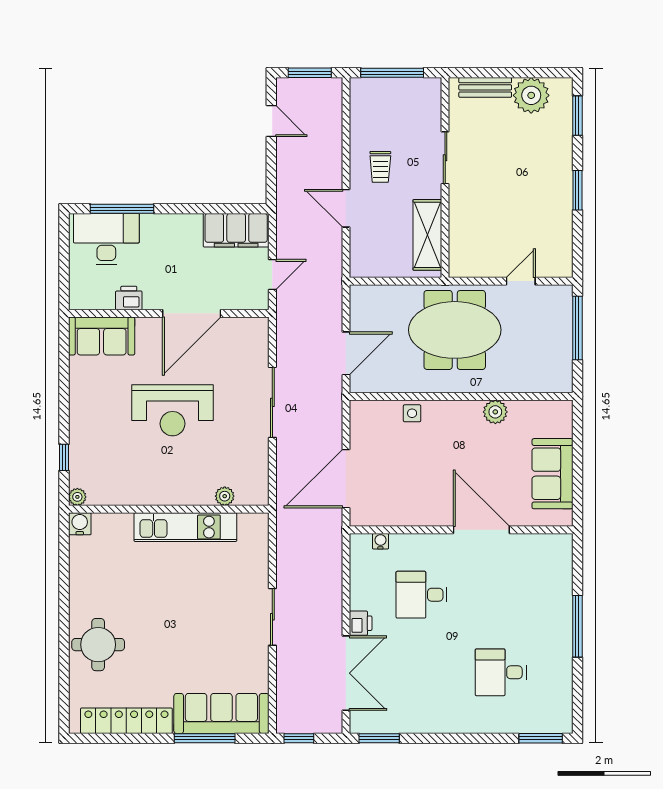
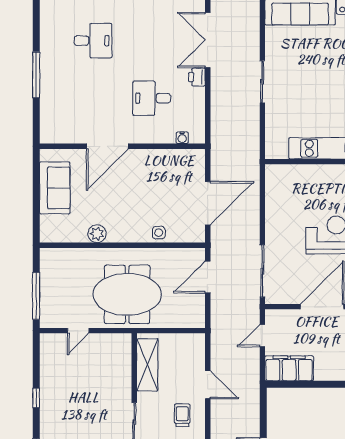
window: (577, 190) -> (36, 398), width x0.67
sliding door: (272, 402) -> (262, 271), moved
door: (346, 479) -> (208, 203), moved
plant: (225, 496) -> (298, 171), removed
door: (481, 530) -> (107, 146), hinge flipped
desk: (422, 595) -> (152, 98), turned 180

